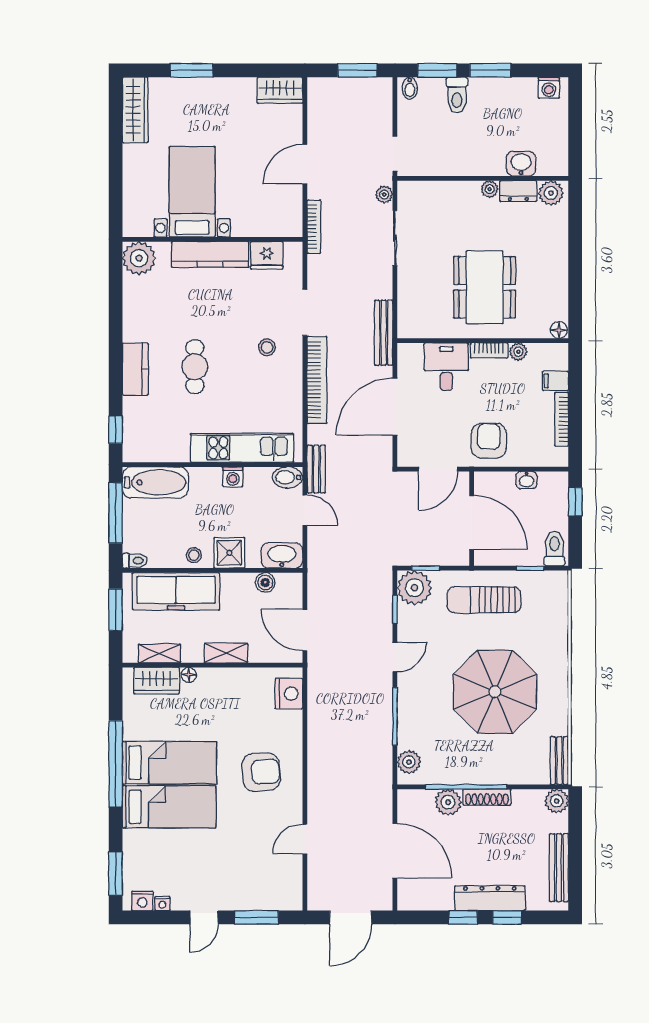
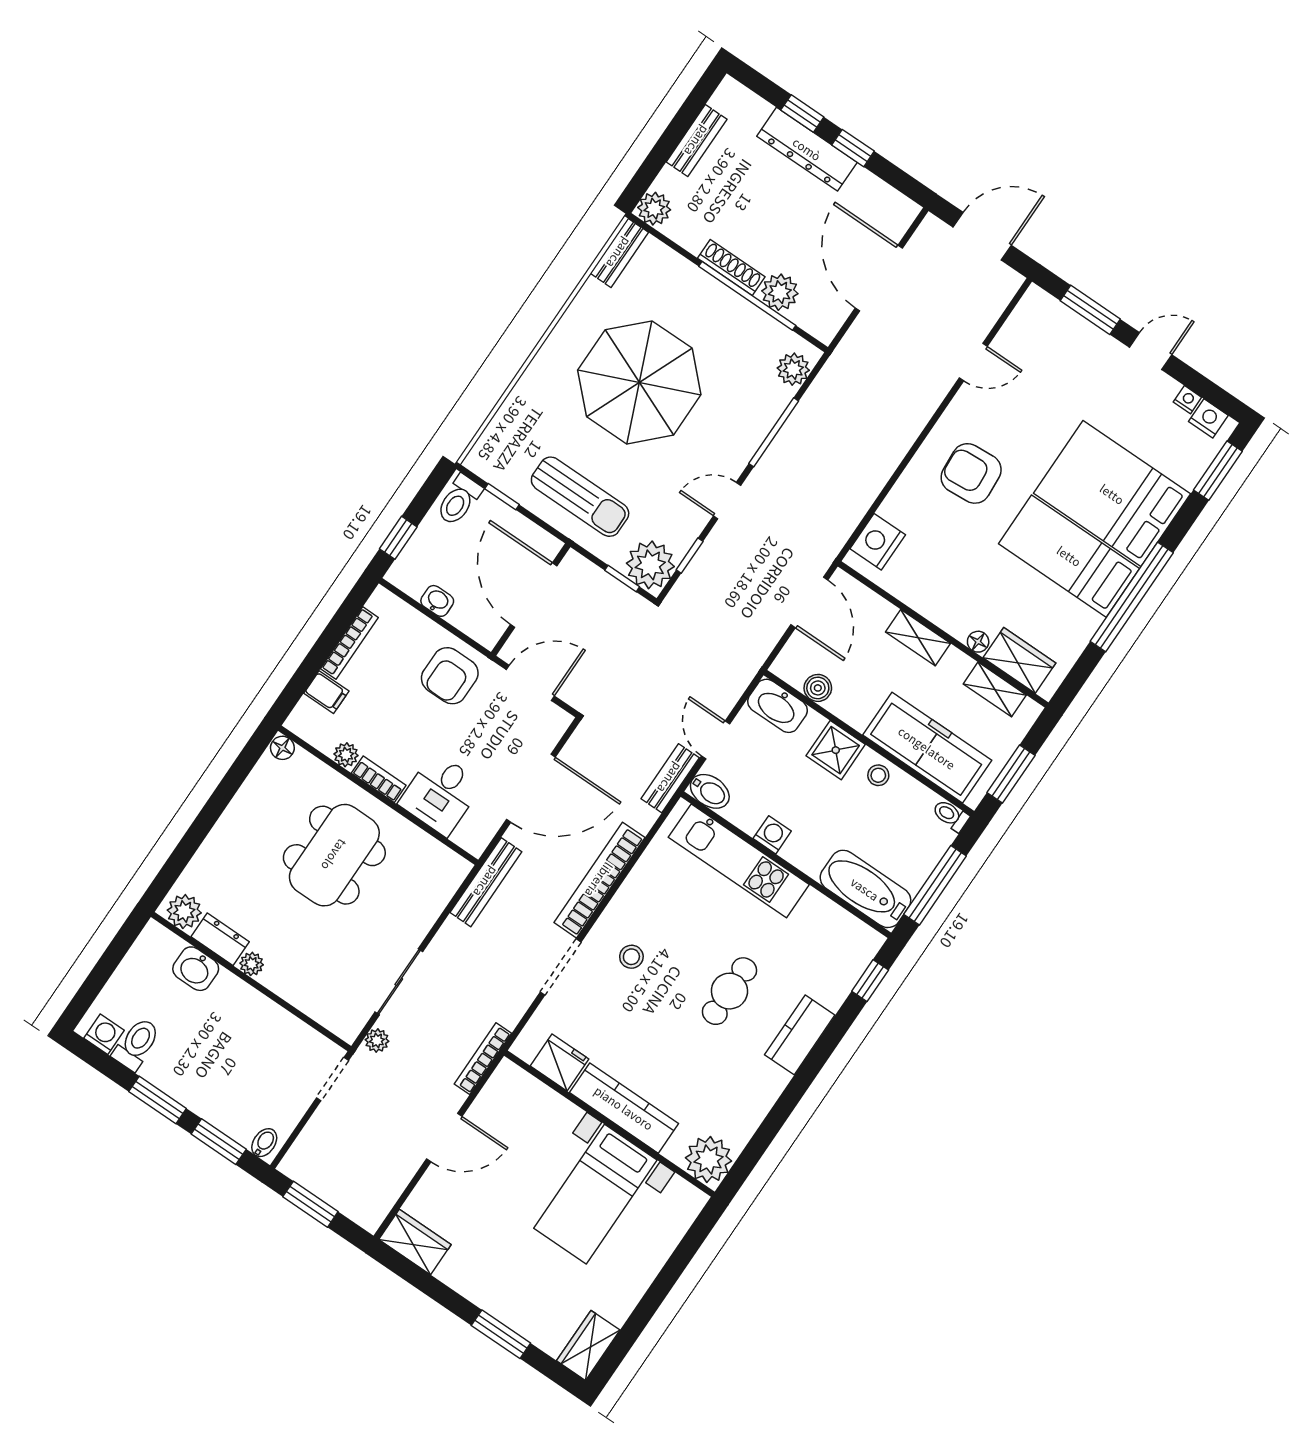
toilet: (457, 95) -> (137, 1044), moved
wardrobe: (135, 110) -> (588, 1345), width x0.67
bed: (169, 807) -> (1112, 494), width x1.50
bench: (559, 868) -> (697, 141), width x0.73

